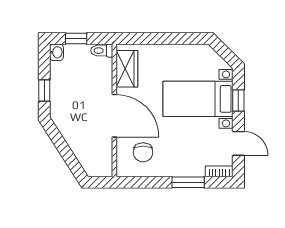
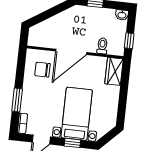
window: (76, 38) -> (129, 41), moved
toilet: (102, 51) -> (102, 46), moved
wardrobe: (127, 69) -> (114, 71), moved, turned 90

